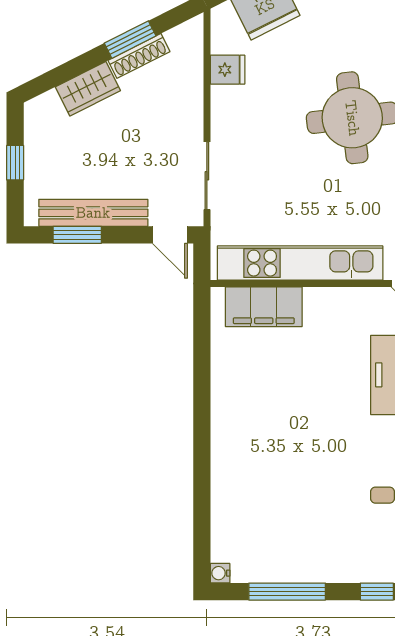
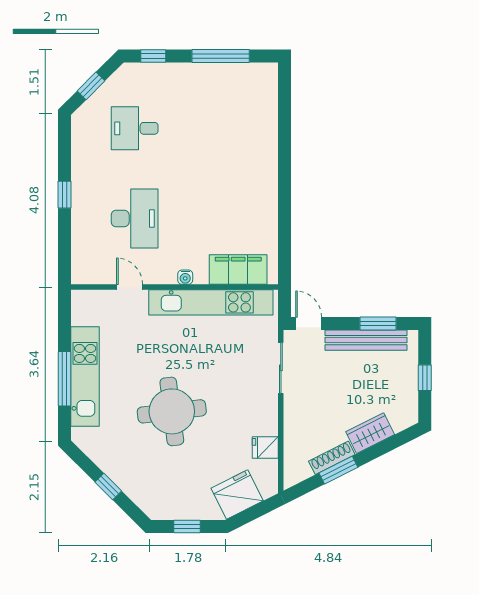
water cooler: (220, 573) -> (185, 277), moved, turned 90

